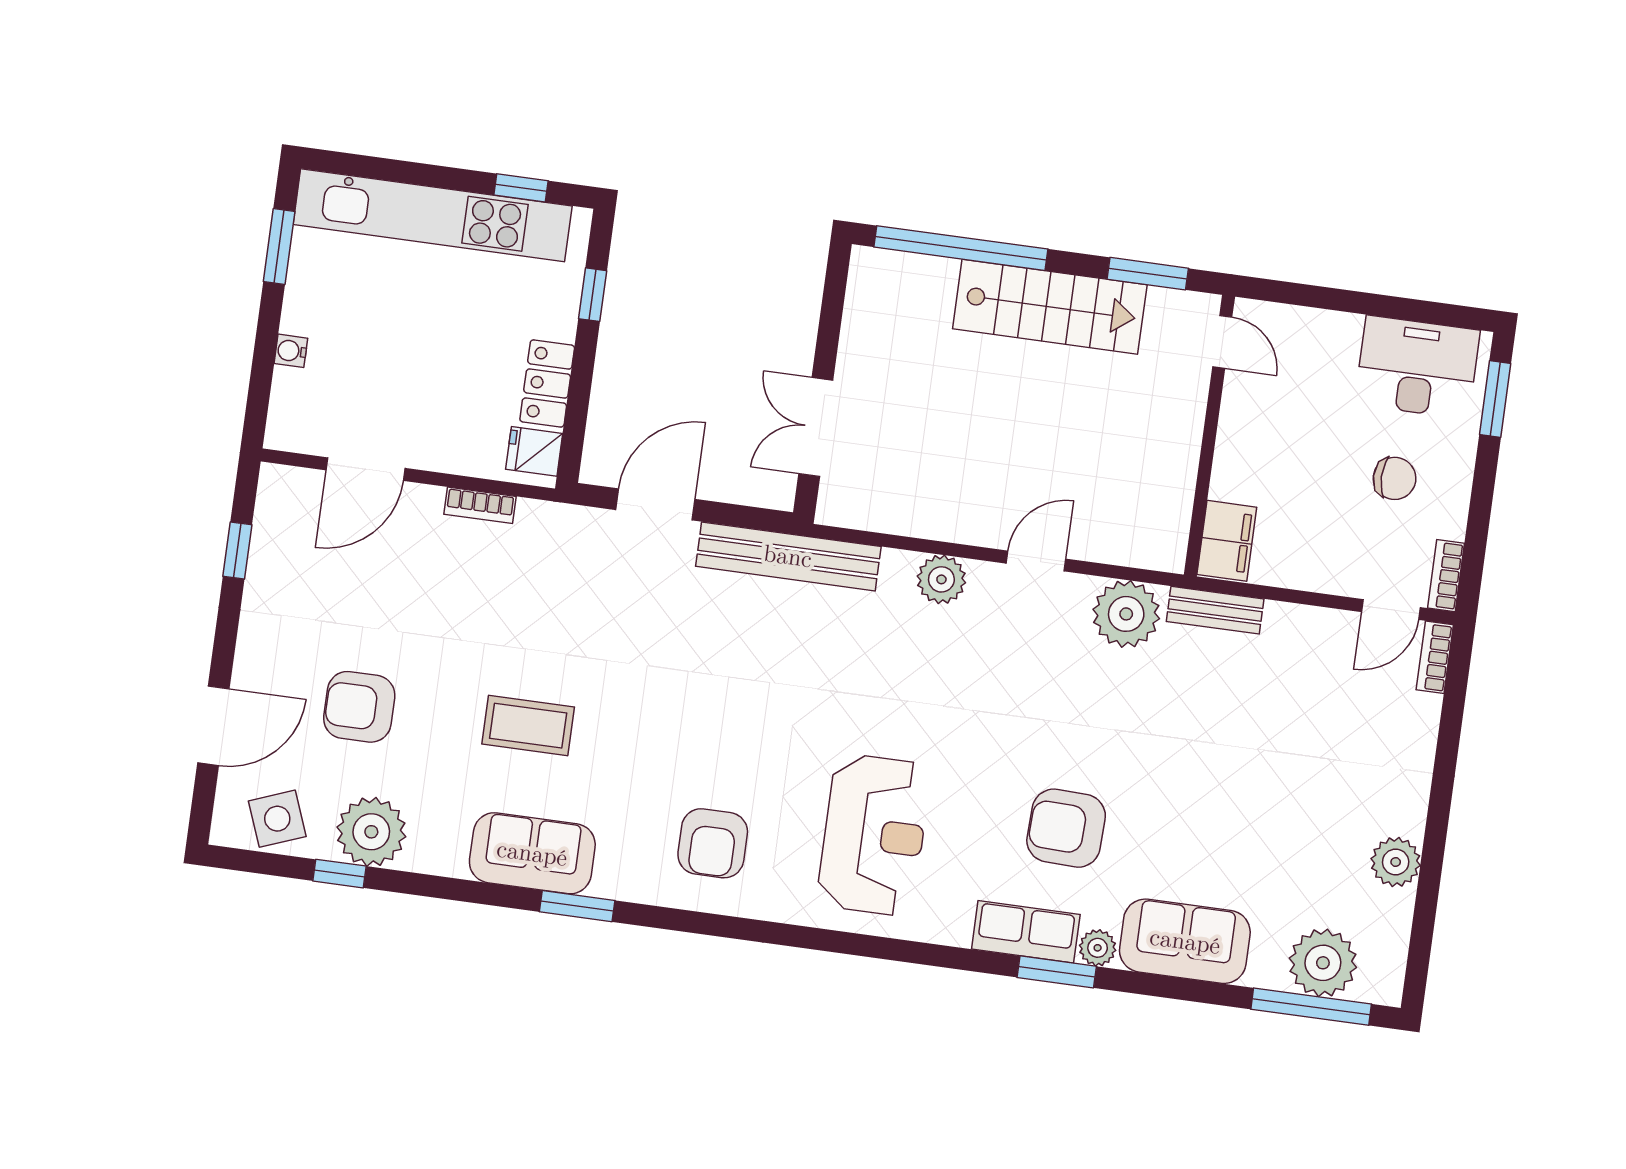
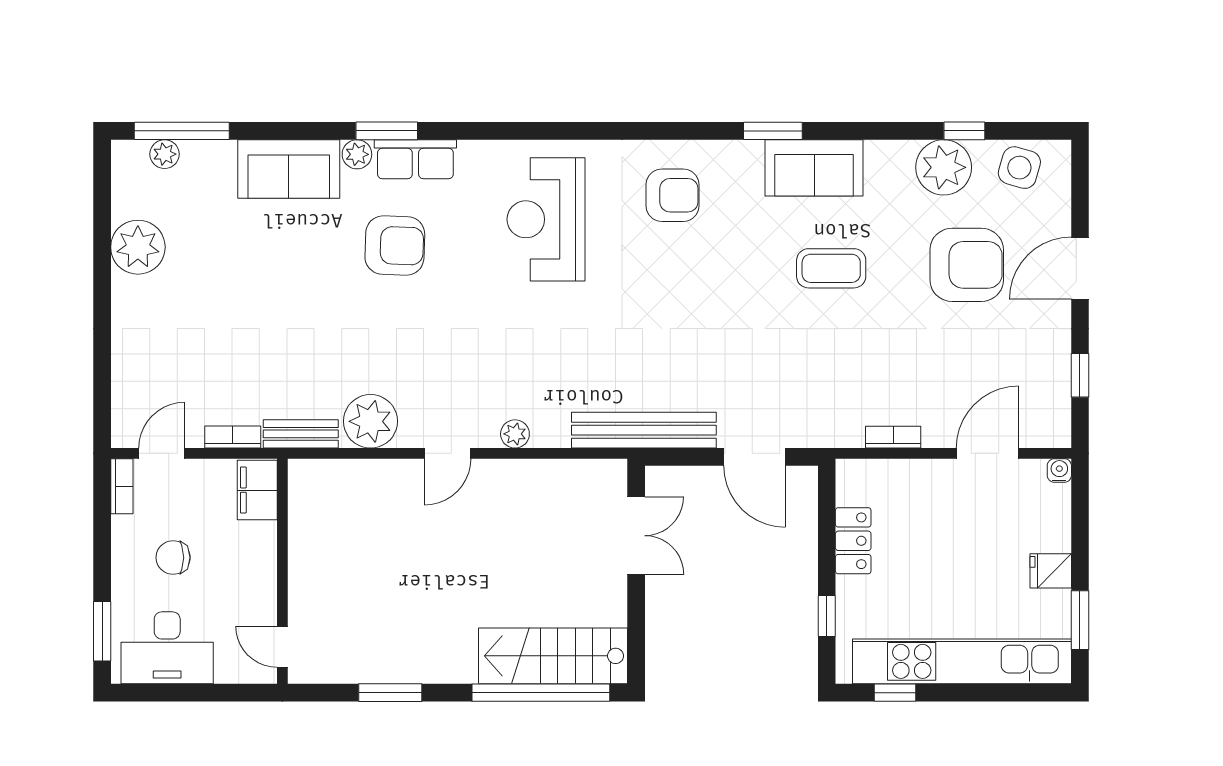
stairs: (1050, 307) -> (553, 656), moved
door: (1222, 342) -> (282, 647), moved
water cooler: (291, 351) -> (1059, 471), moved, turned -90
wall: (1209, 436) -> (282, 571), moved
fridge: (534, 451) -> (1051, 571), moved, turned 180
door: (655, 504) -> (755, 457), hinge flipped
filing cabinet: (1227, 541) -> (257, 490), moved
plant: (941, 579) -> (515, 434), width x0.73, depth x0.73
bookcase: (1435, 657) -> (233, 437), moved, turned -90
armchair: (359, 707) -> (967, 265), width x1.36, depth x1.36
door: (213, 726) -> (1080, 268), moved
side table: (277, 819) -> (1019, 168), turned 37
armchair: (713, 843) -> (673, 195), turned 90
plant: (1396, 862) -> (138, 247), width x1.36, depth x1.36
plant: (1323, 963) -> (165, 154), width x0.53, depth x0.53

